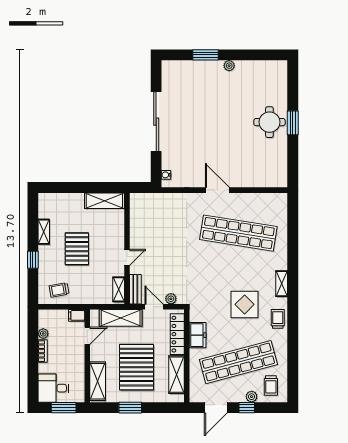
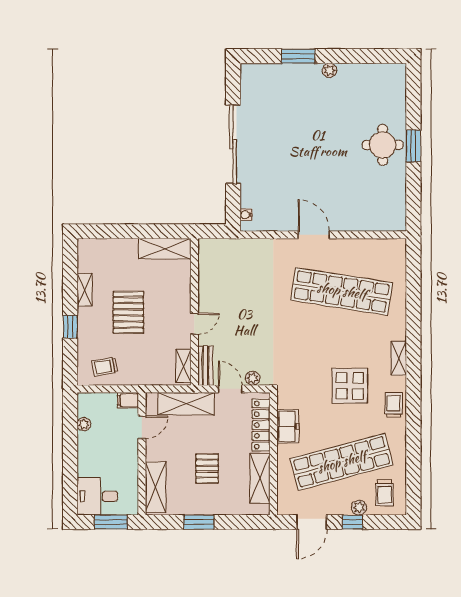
bookcase: (43, 351) -> (83, 447), removed
pallet: (137, 367) -> (207, 469), width x0.49, depth x0.50

